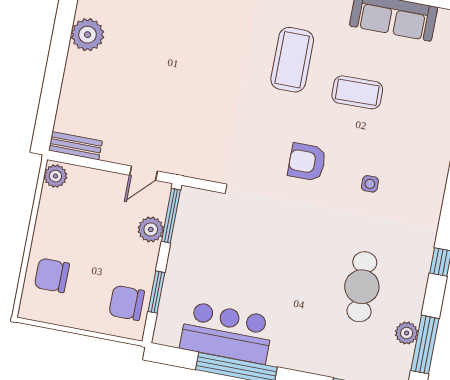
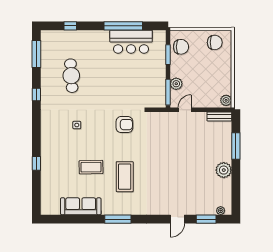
window: (53, 79) -> (236, 146), added
armchair: (307, 162) -> (124, 125), moved
chair: (52, 275) -> (215, 42), moved
plant: (407, 333) -> (46, 58), removed

